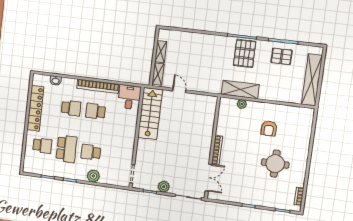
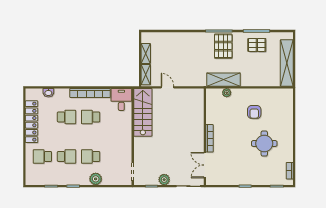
school desk: (42, 146) -> (42, 156), turned 180
school desk: (66, 149) -> (66, 156), width x0.54
double door: (208, 178) -> (205, 165), swing flipped

